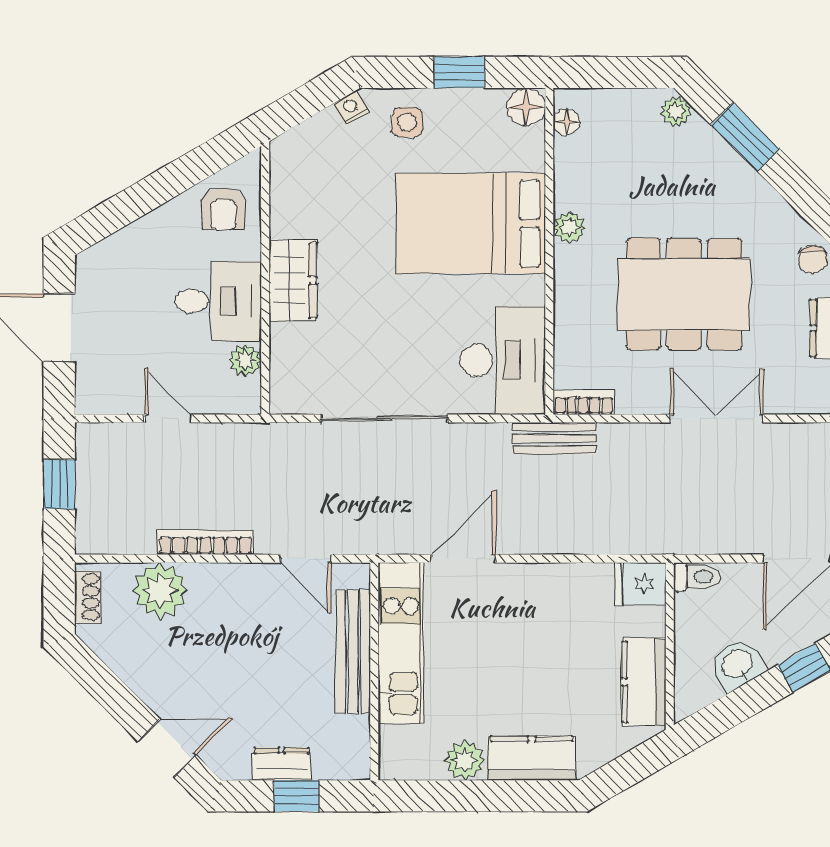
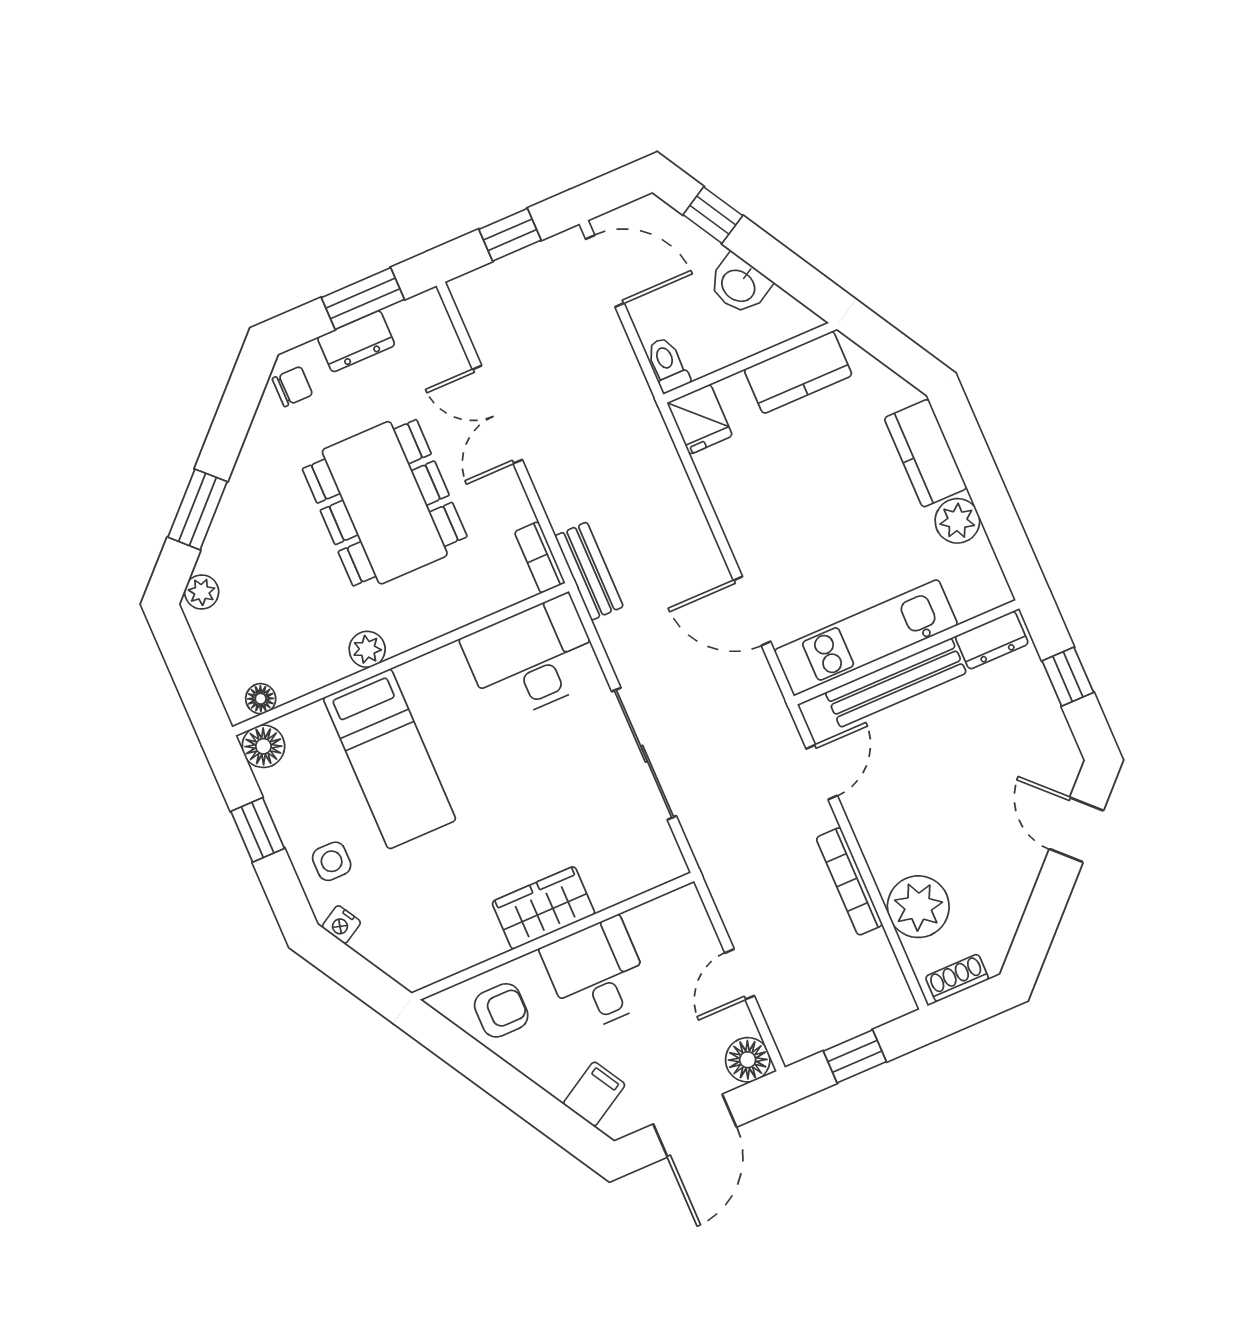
bed: (471, 223) -> (390, 759), width x0.67
filing cabinet: (121, 256) -> (594, 1094), added
plant: (245, 360) -> (646, 921), removed
floor lamp: (95, 395) -> (748, 1060), added
dresser: (281, 764) -> (992, 640), moved, turned -90

